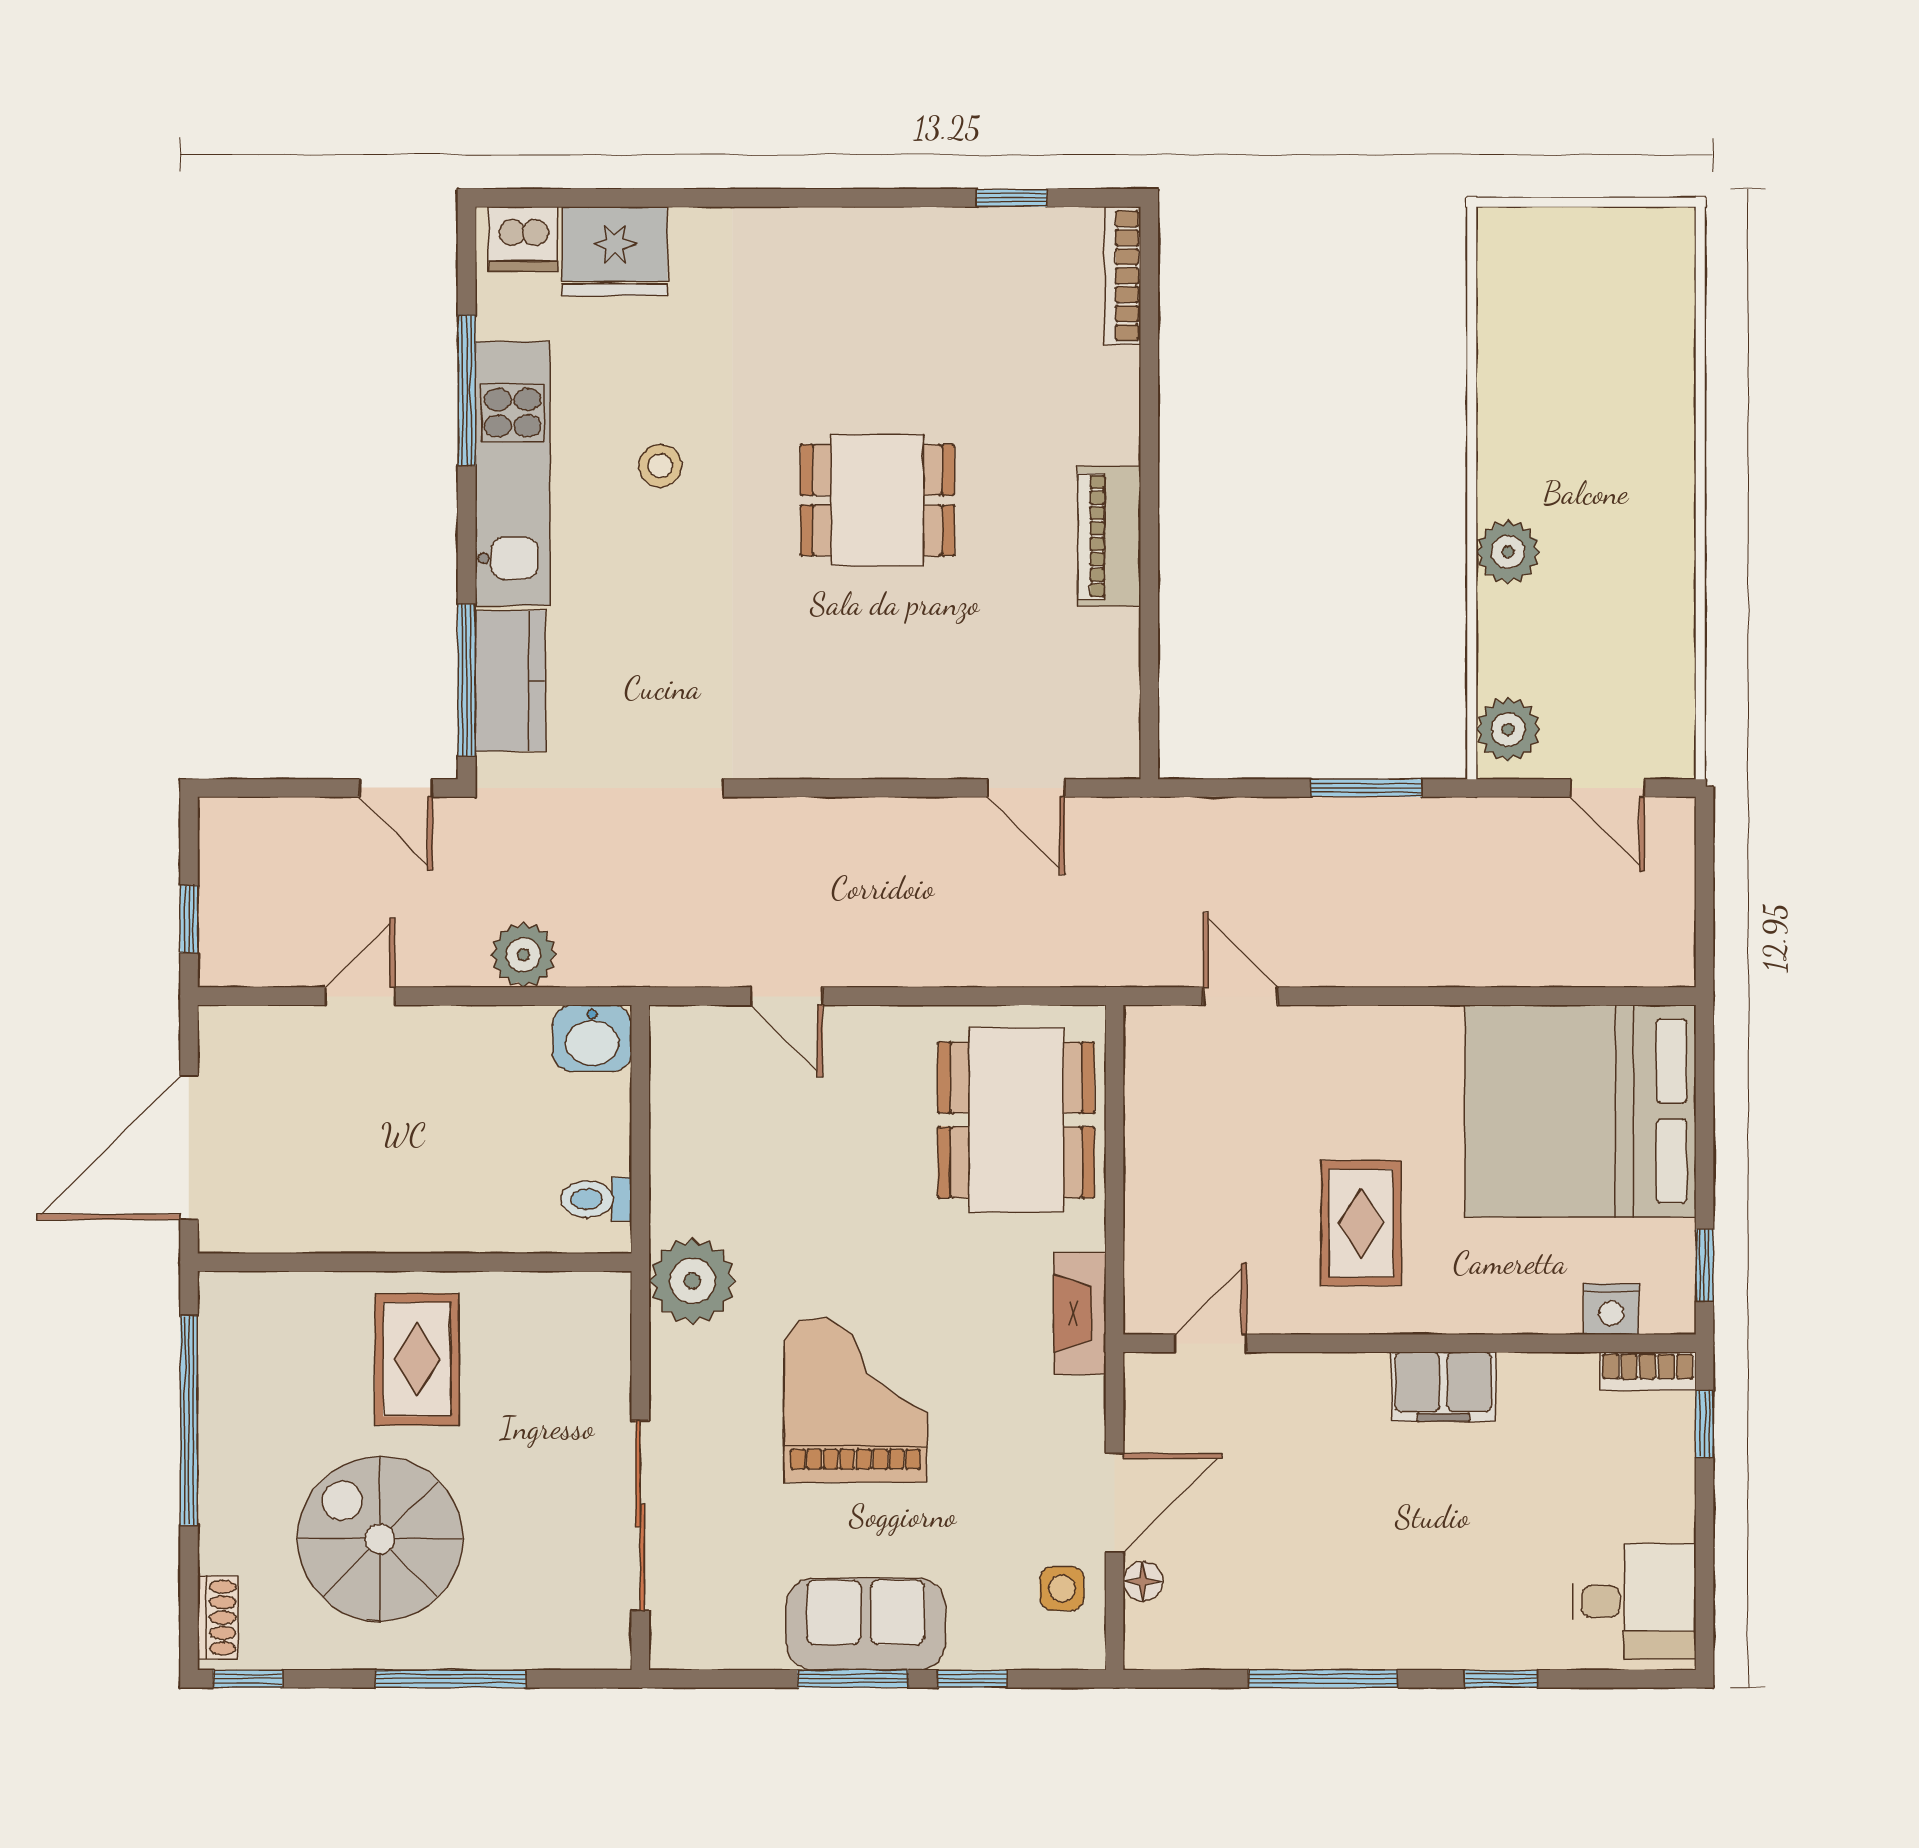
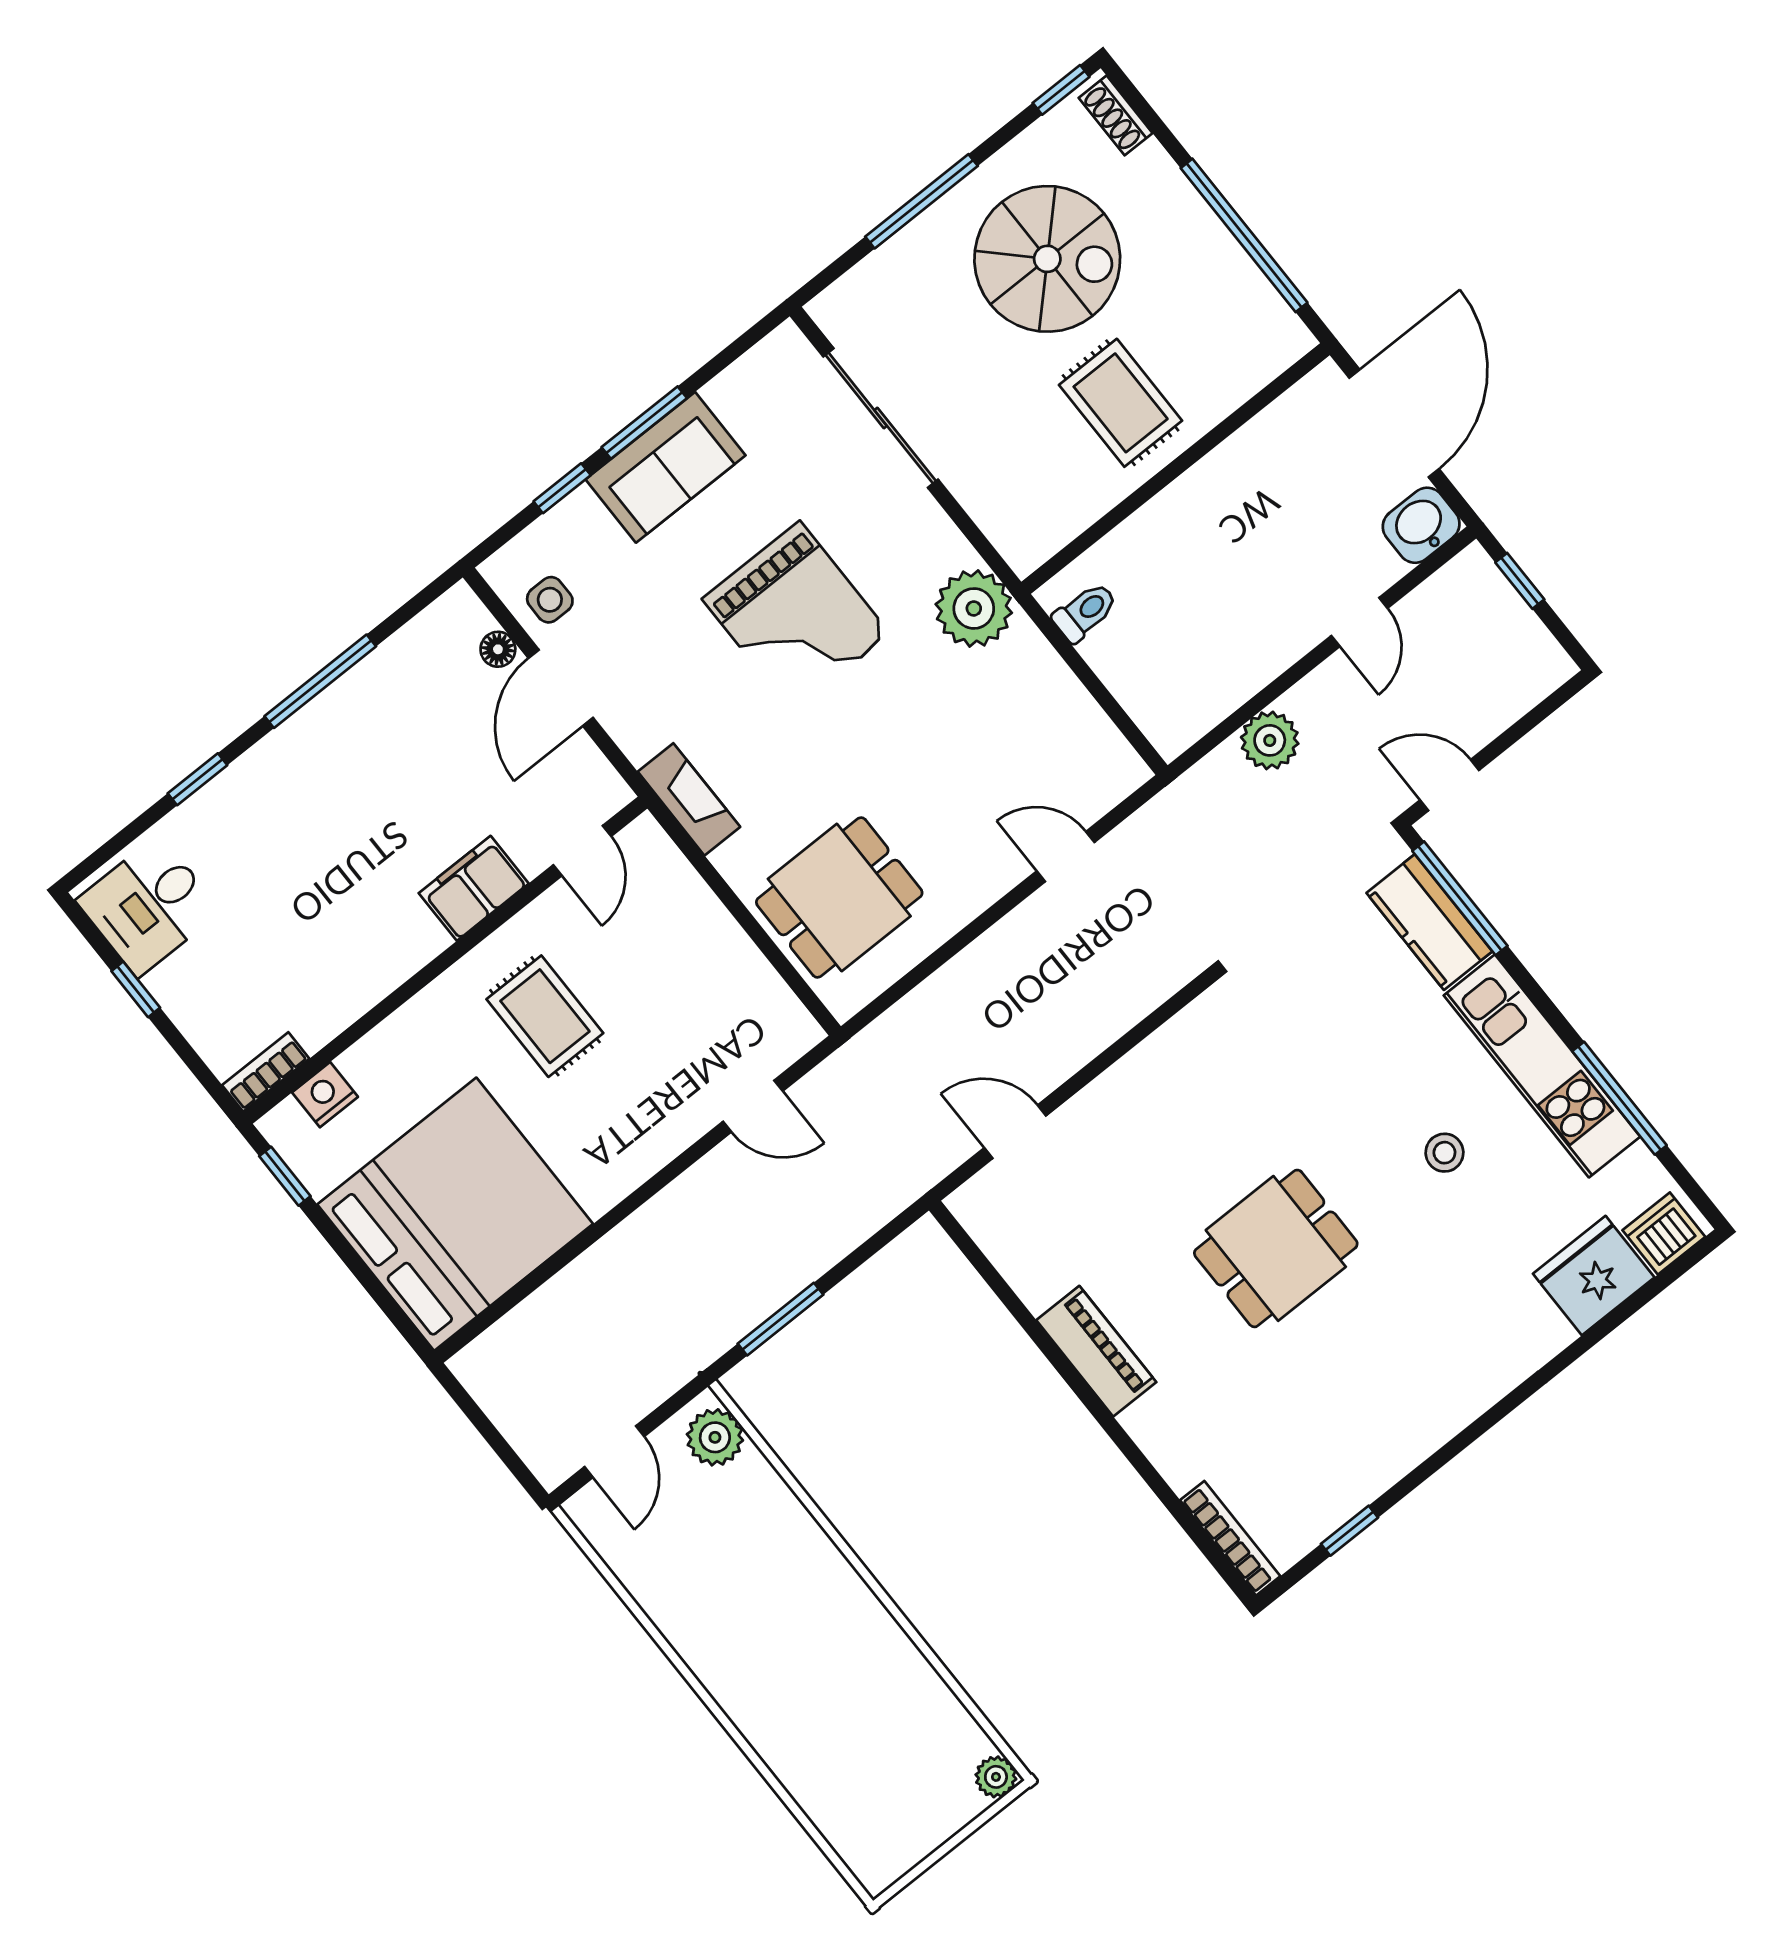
plant: (1508, 552) -> (996, 1777), moved, width x0.73, depth x0.73
door: (1607, 788) -> (614, 1452), swing flipped
washbasin: (592, 1038) -> (1421, 525), moved
dining table: (1016, 1120) -> (839, 898), width x0.73
filing cabinet: (1443, 1387) -> (474, 888), moved
window: (1705, 1424) -> (136, 989), moved

